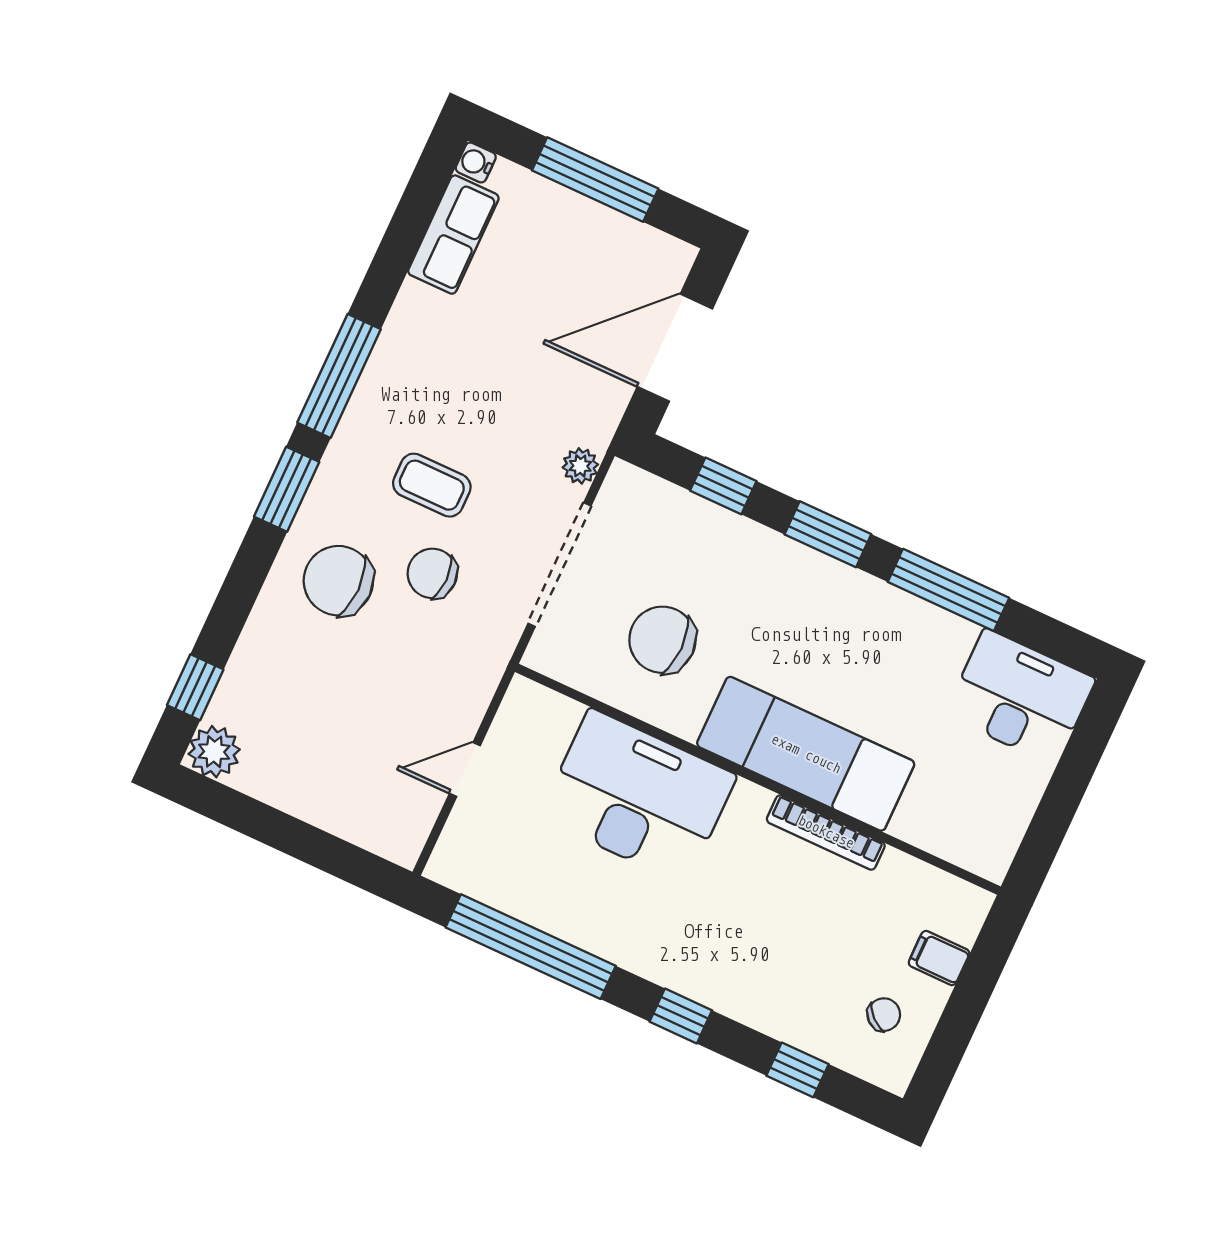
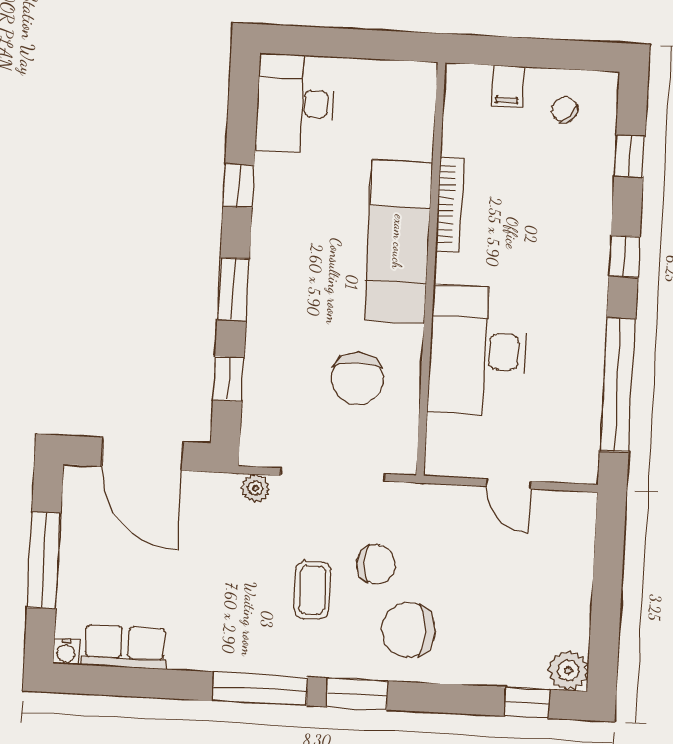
chair: (432, 573) -> (376, 564), turned -90
chair: (338, 581) -> (408, 630), turned 90
window: (948, 590) -> (239, 186), width x0.46

